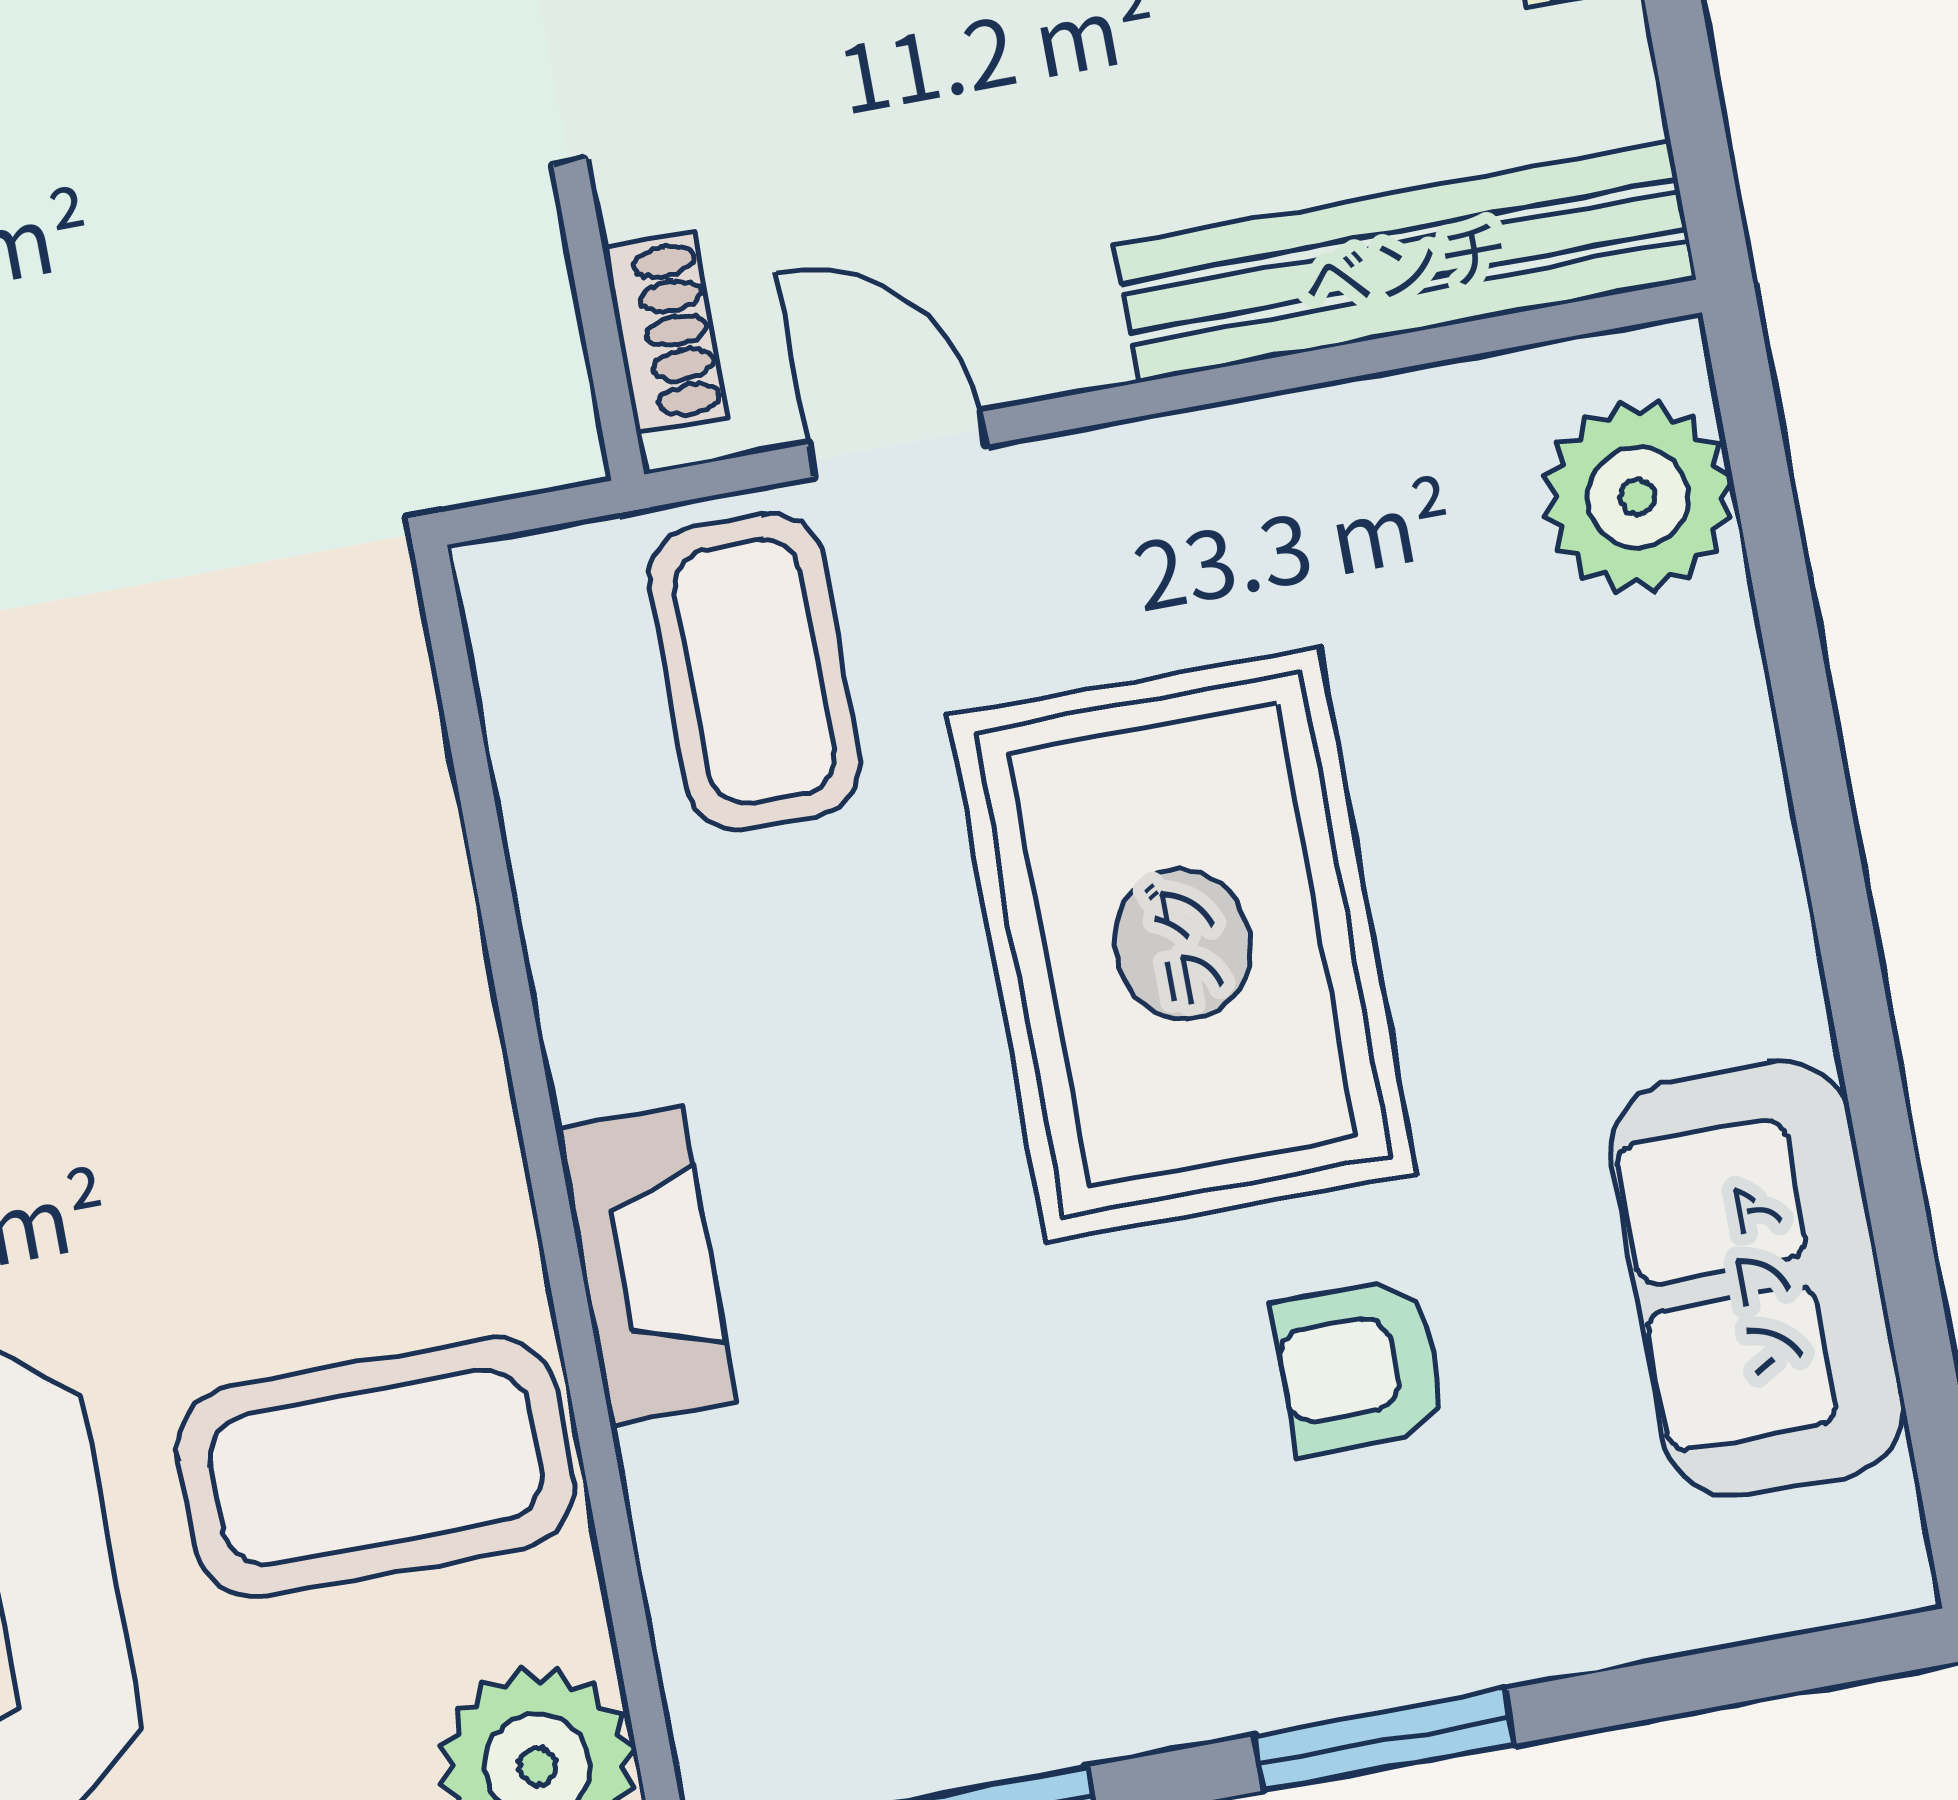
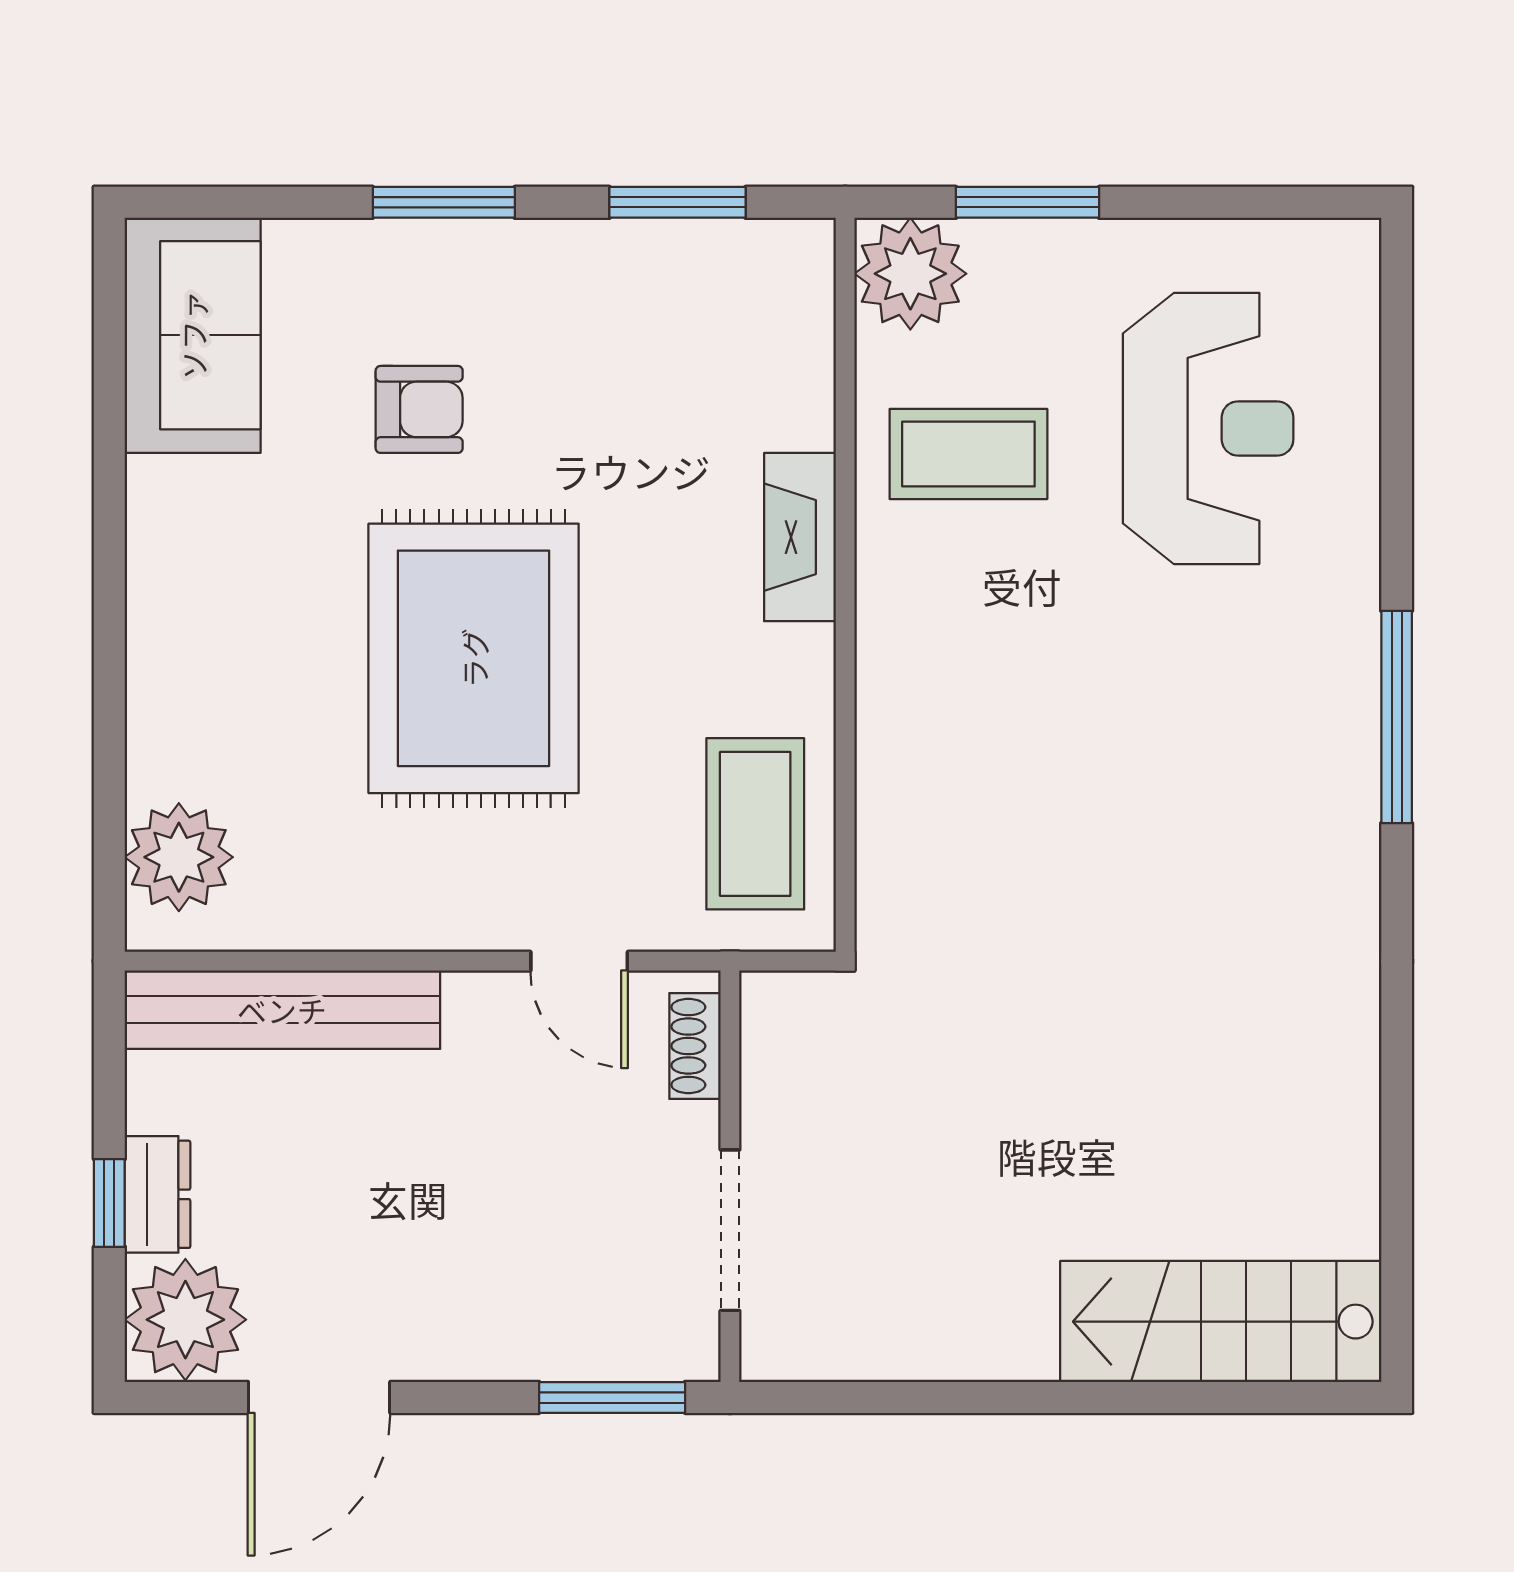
coffee table: (755, 672) -> (755, 824), moved
sofa: (1757, 1279) -> (193, 335), moved
coffee table: (376, 1467) -> (968, 454), width x0.73, depth x0.76

